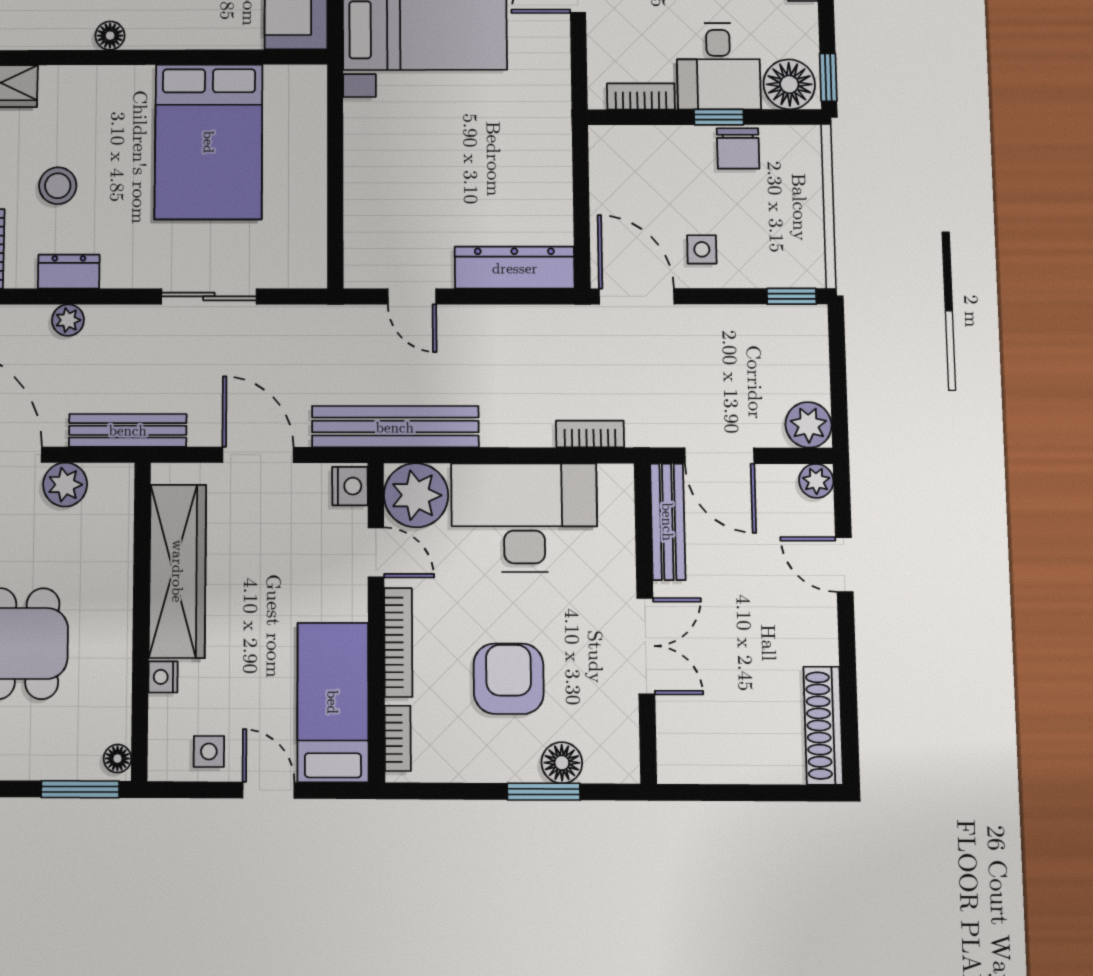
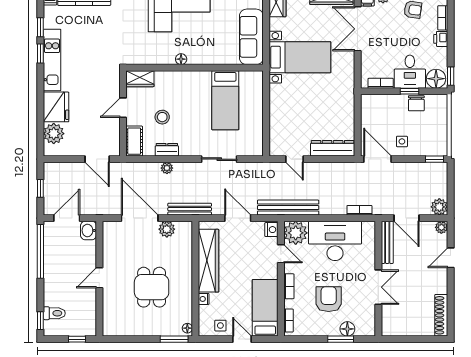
bed: (209, 142) -> (225, 100), width x0.67
door: (844, 565) -> (451, 258), hinge flipped
bookcase: (398, 642) -> (289, 286), width x0.64

